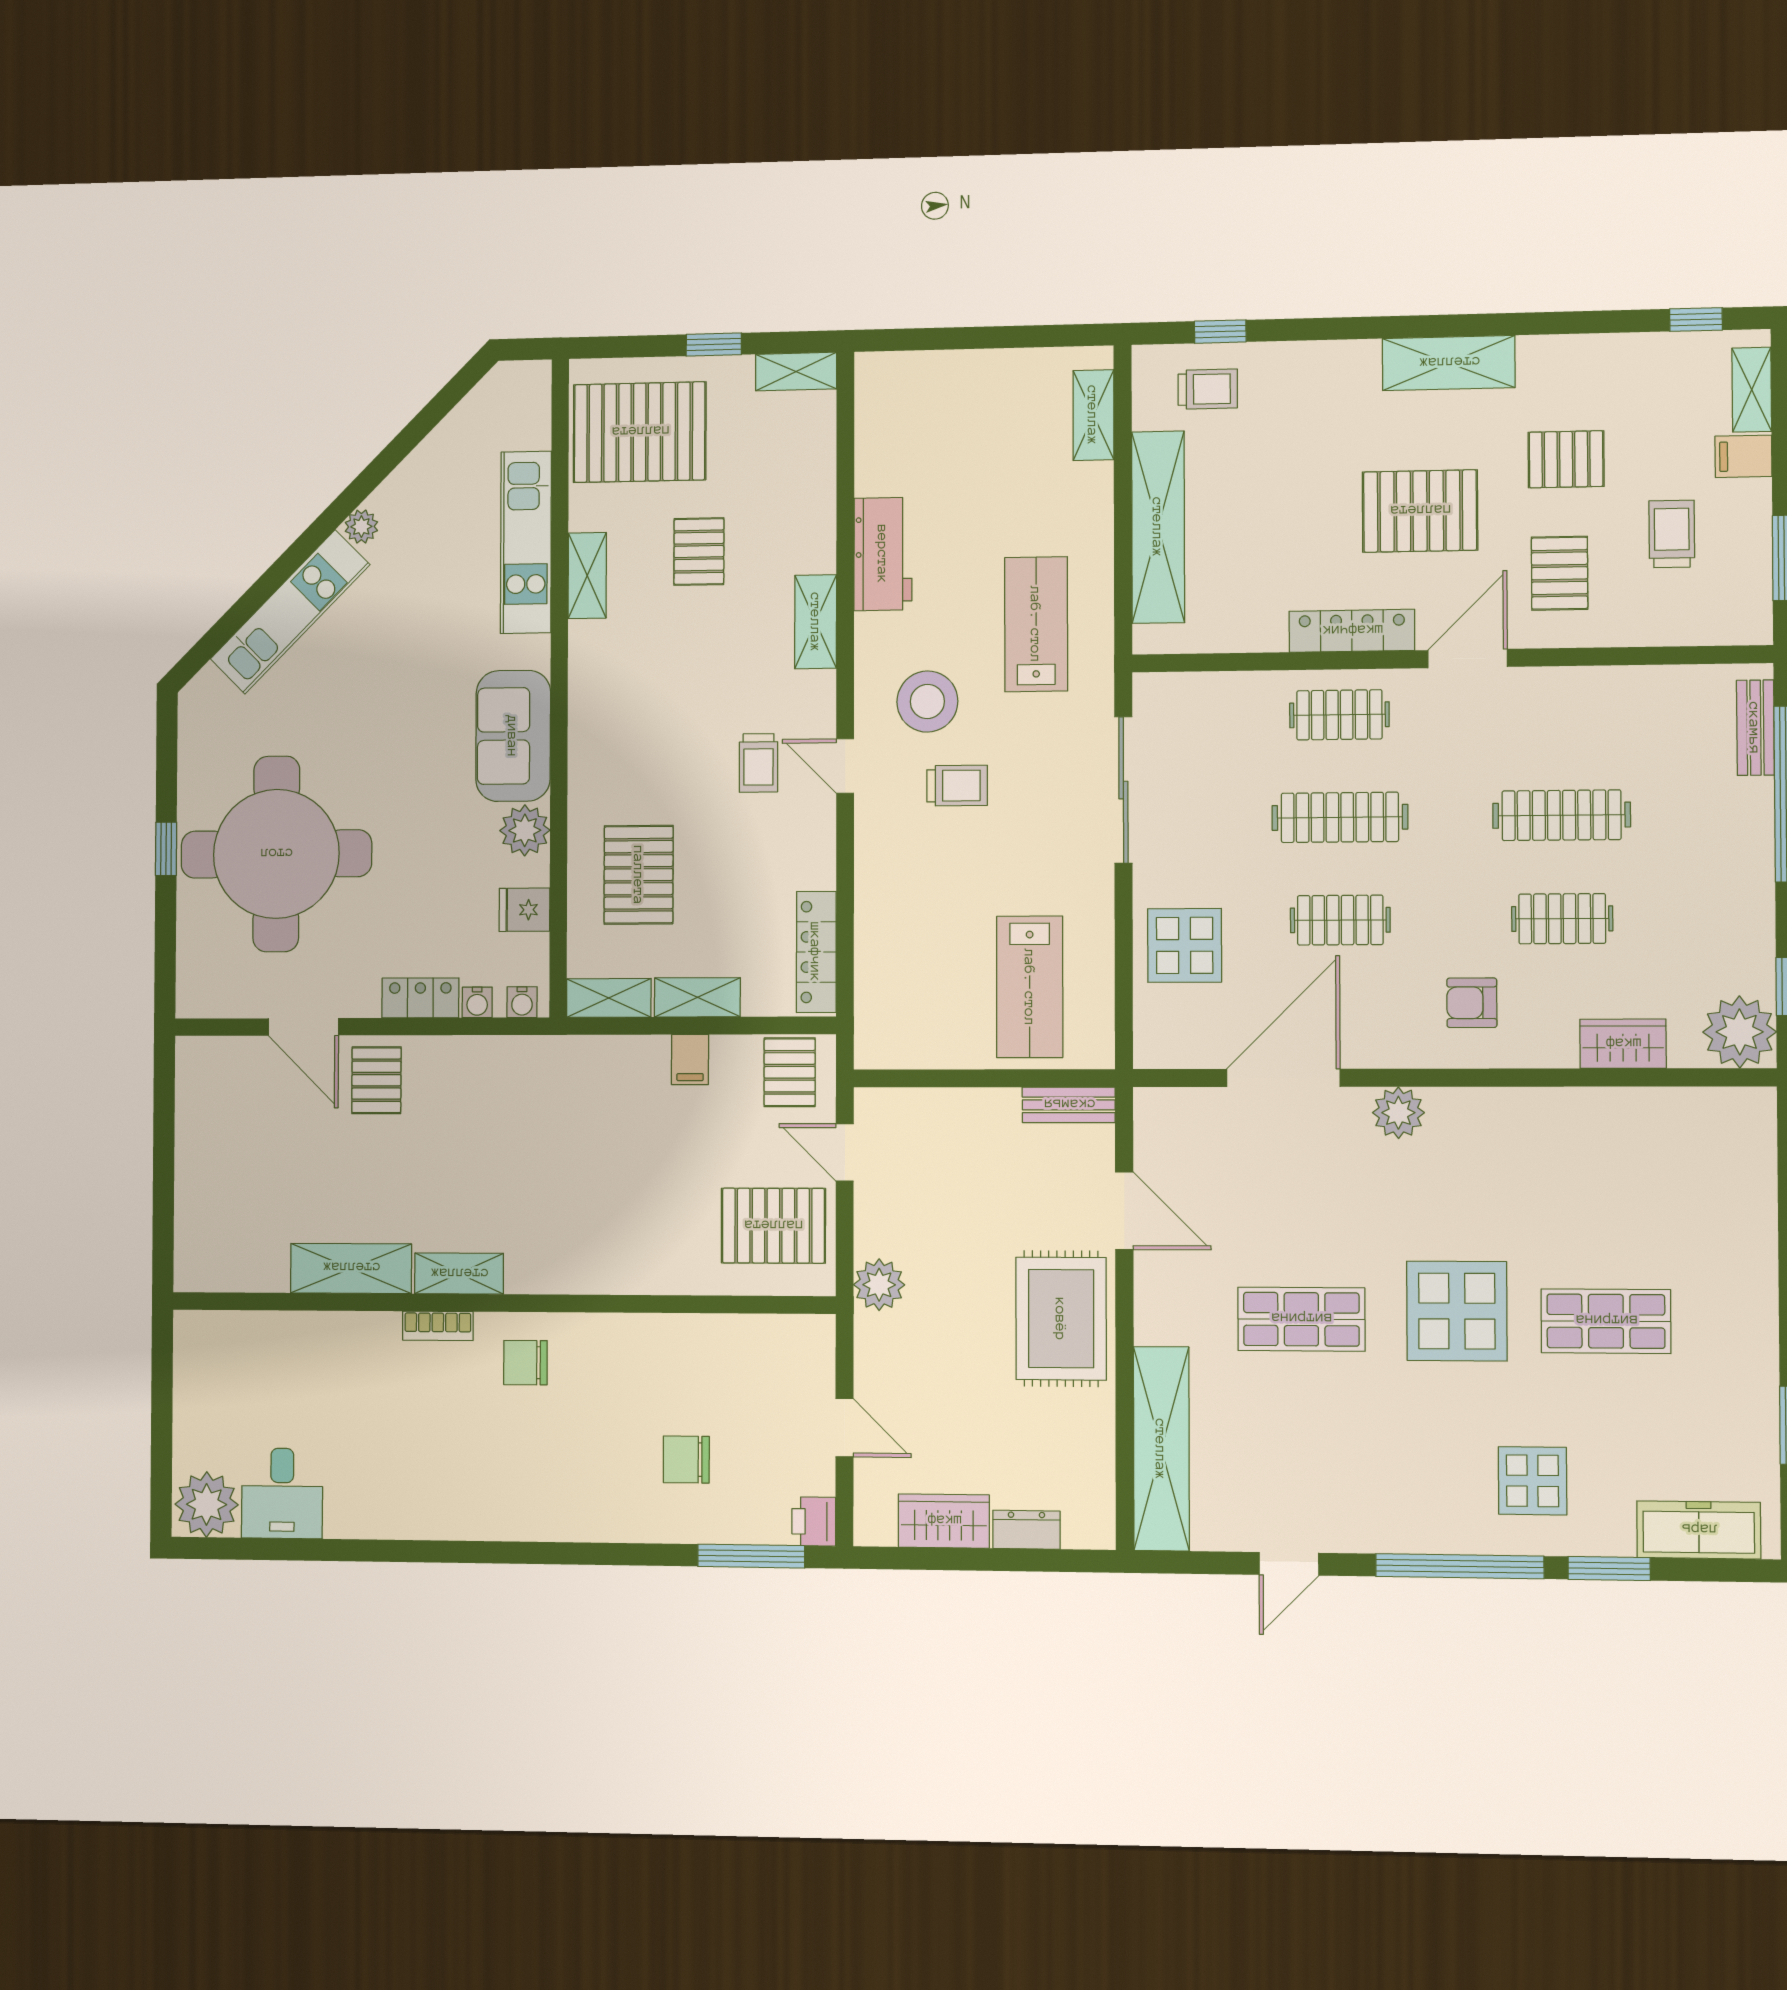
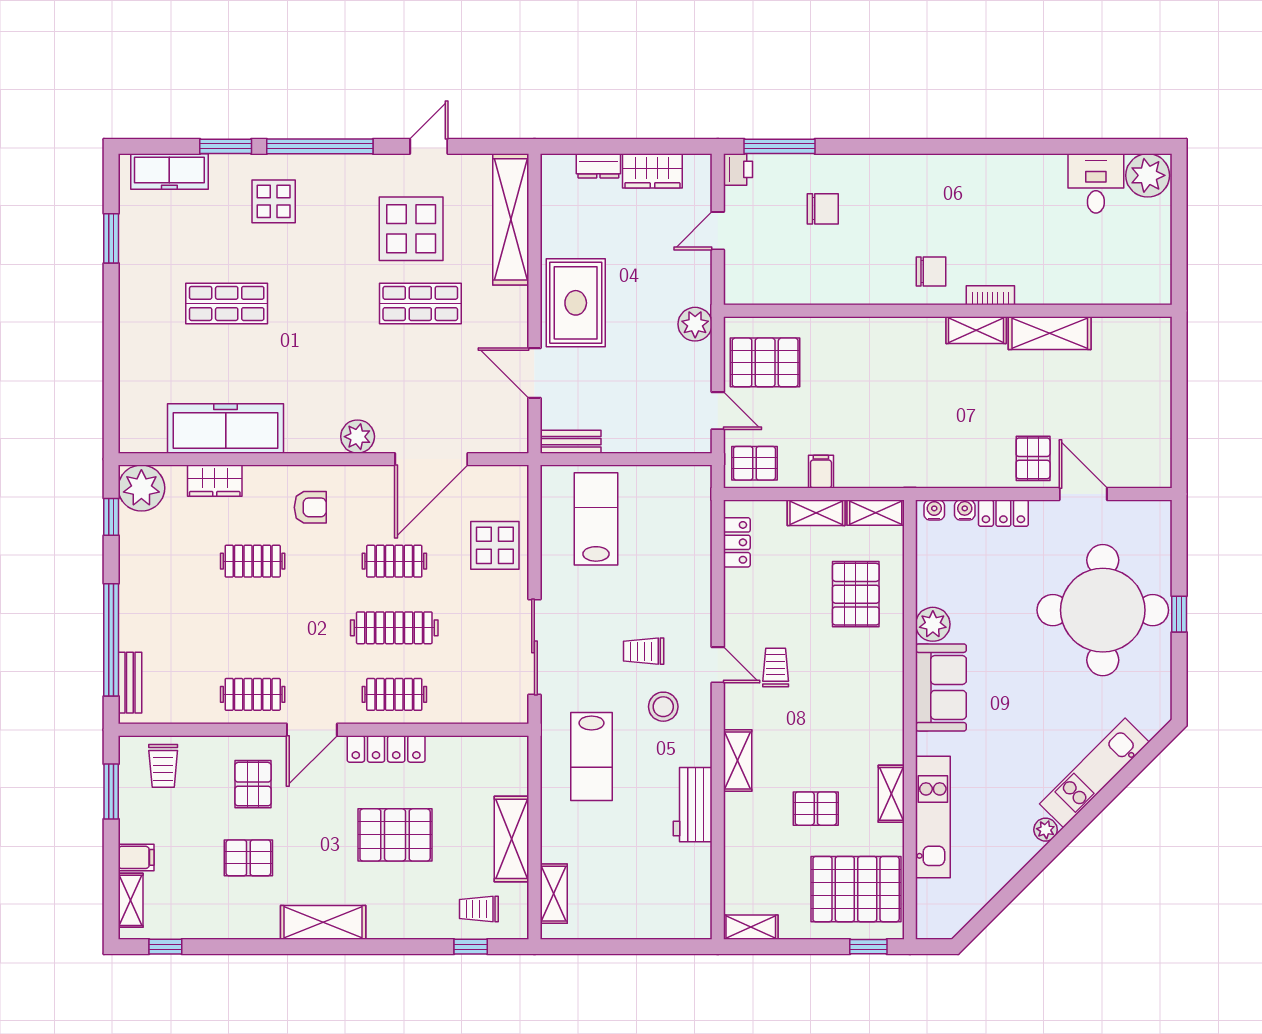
window: (714, 344) -> (868, 947), moved
pallet: (1420, 511) -> (395, 835), moved
shelving: (1158, 527) -> (511, 839), width x0.68
trolley: (1672, 534) -> (163, 766), moved
pallet: (699, 552) -> (816, 809), turned 90
stool: (927, 702) -> (663, 707), width x0.73, depth x0.73
clothes rail: (1562, 815) -> (253, 694), moved, width x0.73
fridge: (524, 910) -> (933, 571), removed
locker: (816, 952) -> (737, 542), width x0.66
pallet: (790, 1072) -> (754, 463), turned 90
freezer: (1606, 1125) -> (226, 428), added
display table: (1457, 1311) -> (411, 229), moved
door: (844, 1428) -> (718, 231), hinge flipped

